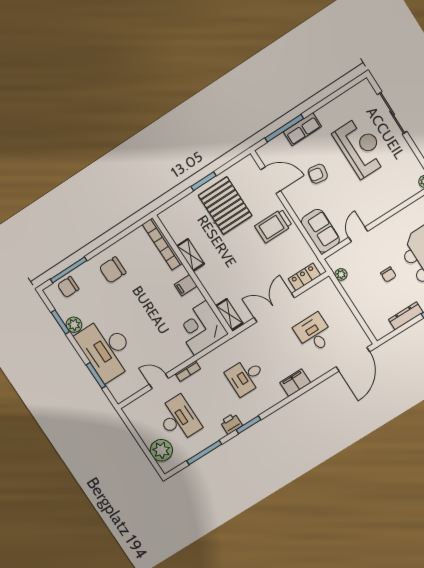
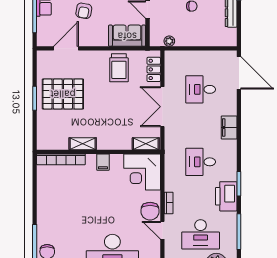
trolley: (273, 226) -> (119, 68), moved
chair: (113, 270) -> (150, 211), moved
desk: (246, 376) -> (201, 162), turned 90
door: (159, 381) -> (162, 230), hinge flipped
desk: (178, 419) -> (201, 234), turned 180
printer: (231, 424) -> (226, 196), width x1.87, depth x1.48

